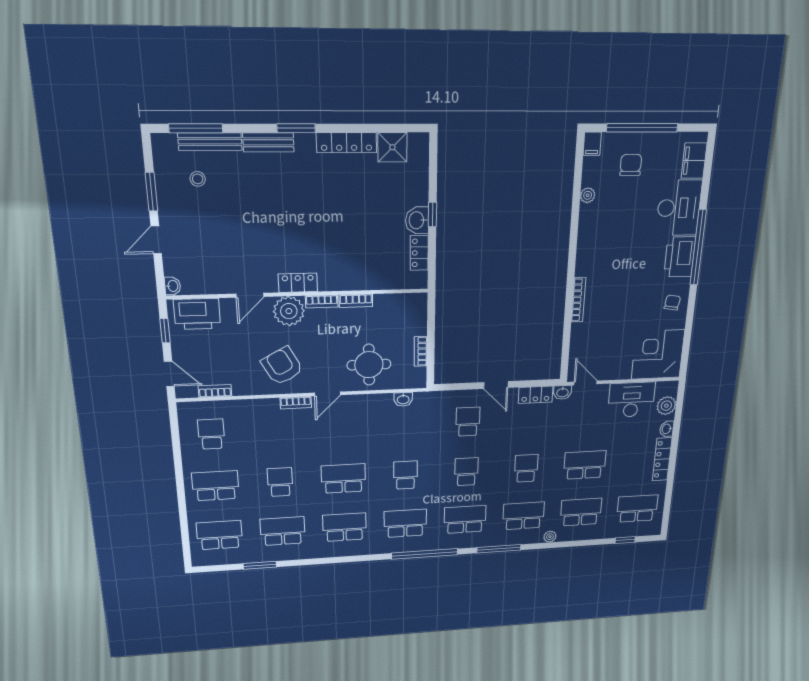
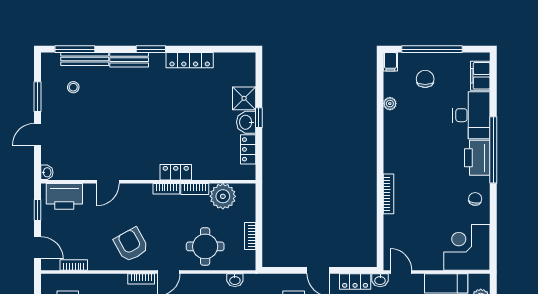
shower: (392, 147) -> (244, 98), moved
locker: (298, 283) -> (176, 172), moved
plant: (289, 311) -> (223, 196), moved

